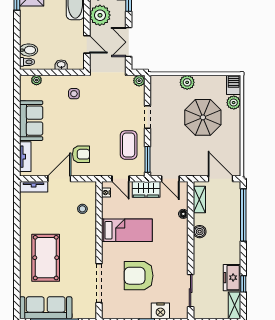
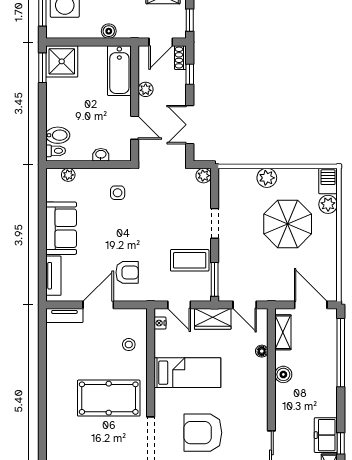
plant: (100, 15) -> (146, 89), width x0.53, depth x0.53
coffee table: (129, 145) -> (190, 260), turned 90
pool table: (46, 258) -> (109, 398), moved, turned 90

